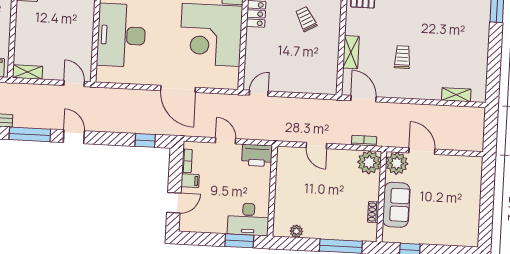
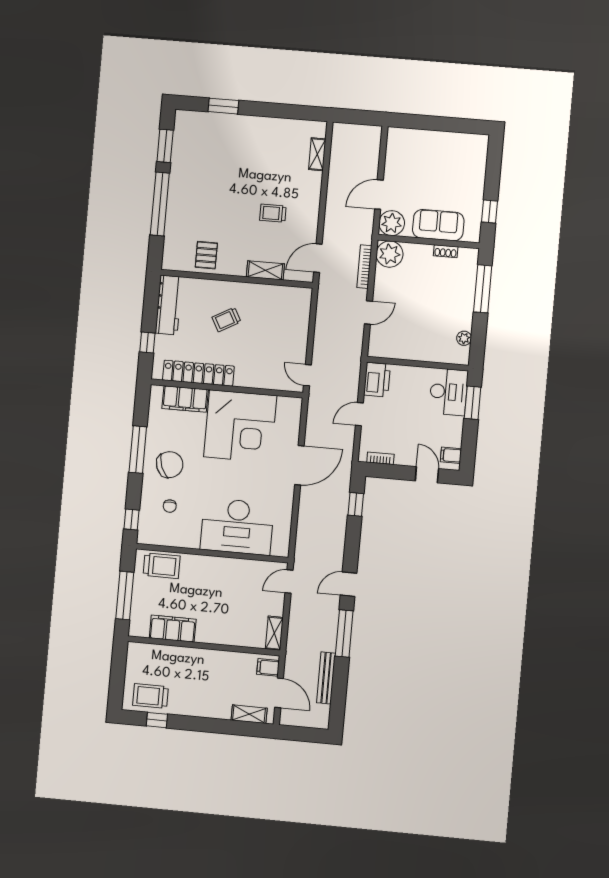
bookcase: (364, 141) -> (364, 267), width x1.56
filing cabinet: (190, 181) -> (451, 455), moved, turned -90

